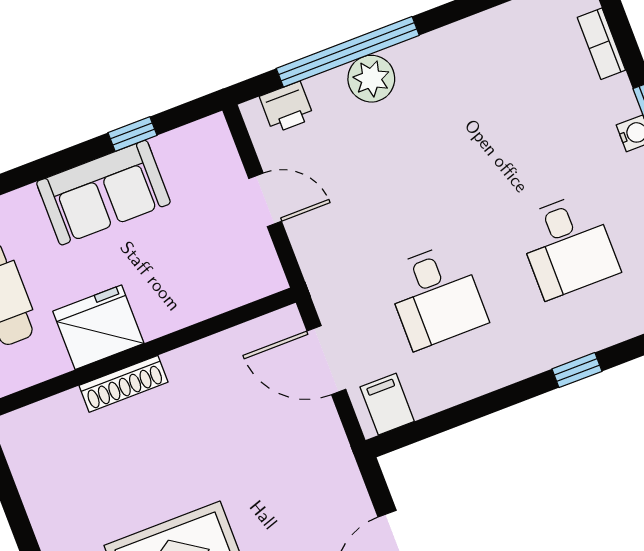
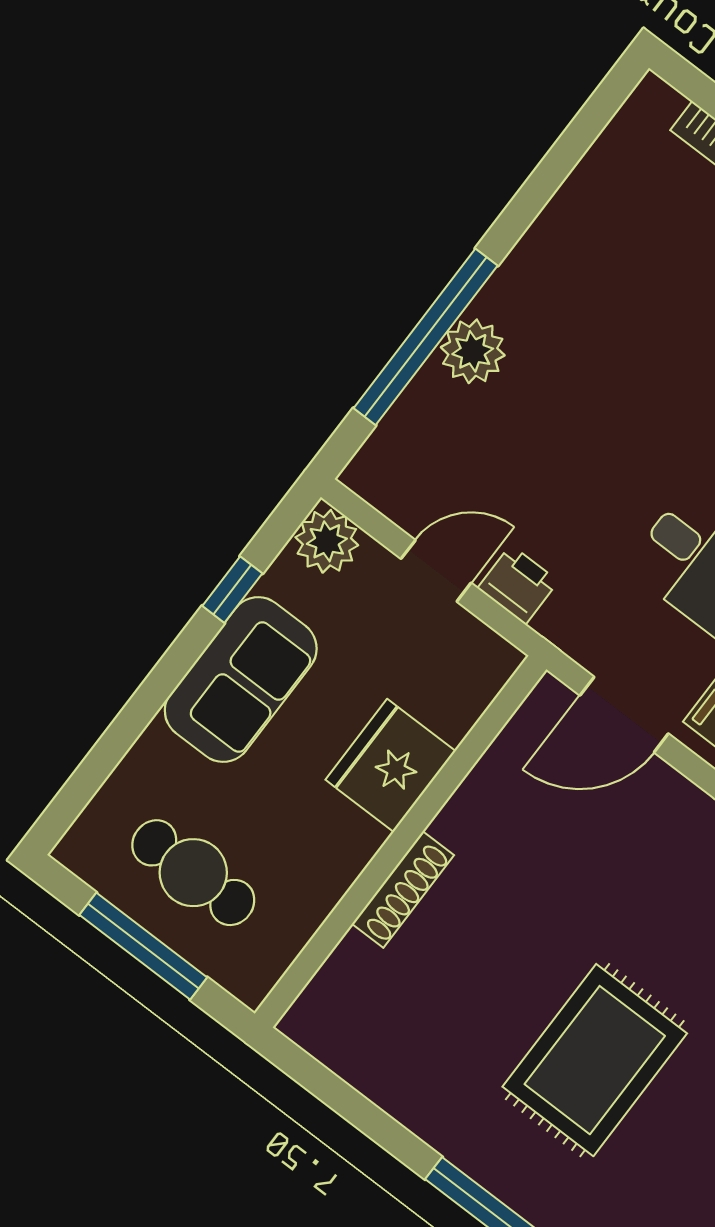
printer: (287, 107) -> (518, 585), moved, turned -90
plant: (209, 140) -> (327, 541), added
fridge: (98, 327) -> (391, 765), moved

